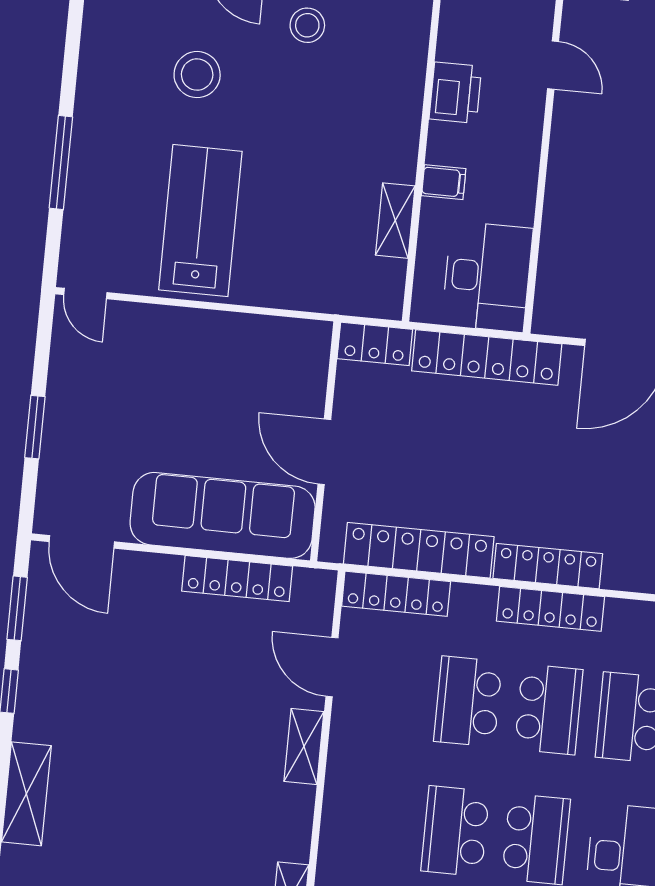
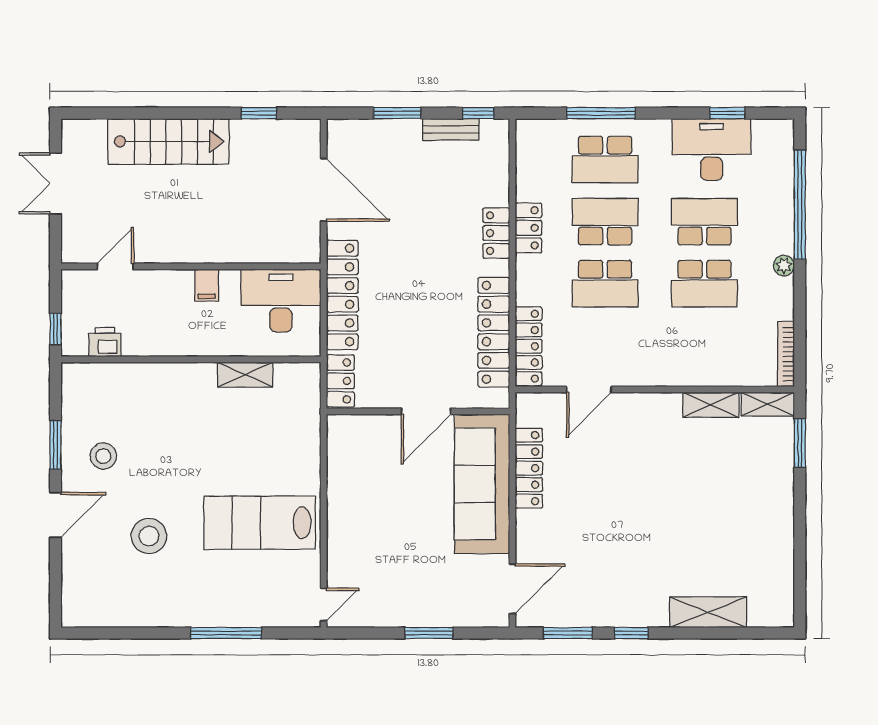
printer: (455, 93) -> (105, 342), moved, width x0.73, depth x0.81
filing cabinet: (444, 182) -> (207, 285), moved, turned 180
locker: (548, 566) -> (496, 233), width x0.66
locker: (550, 609) -> (529, 228), width x0.66
shelving: (304, 747) -> (711, 405), moved

